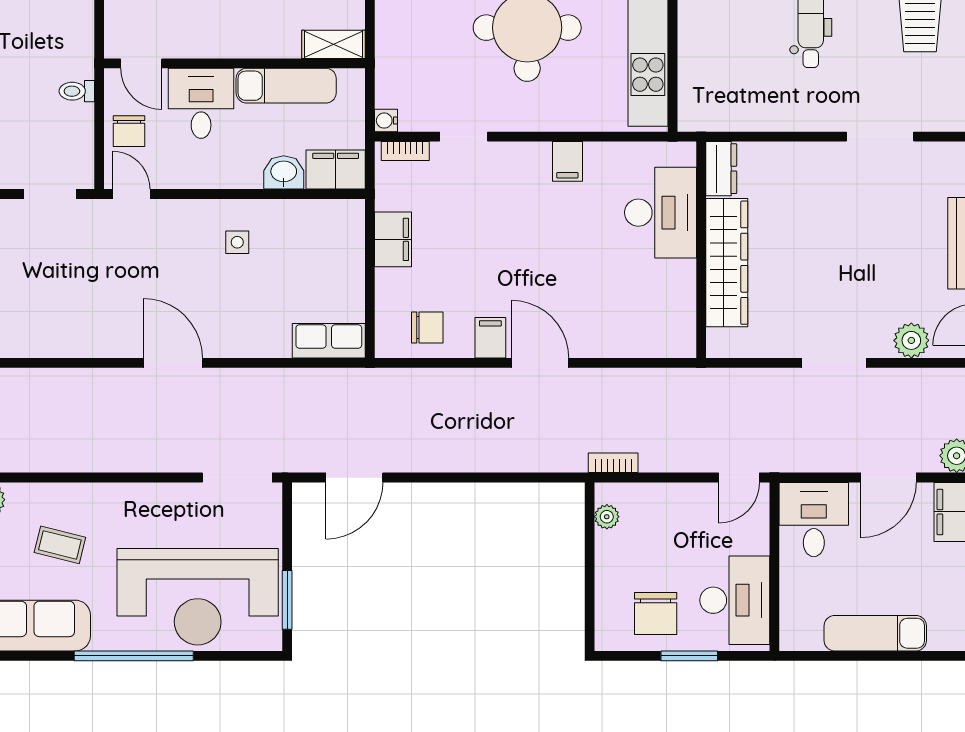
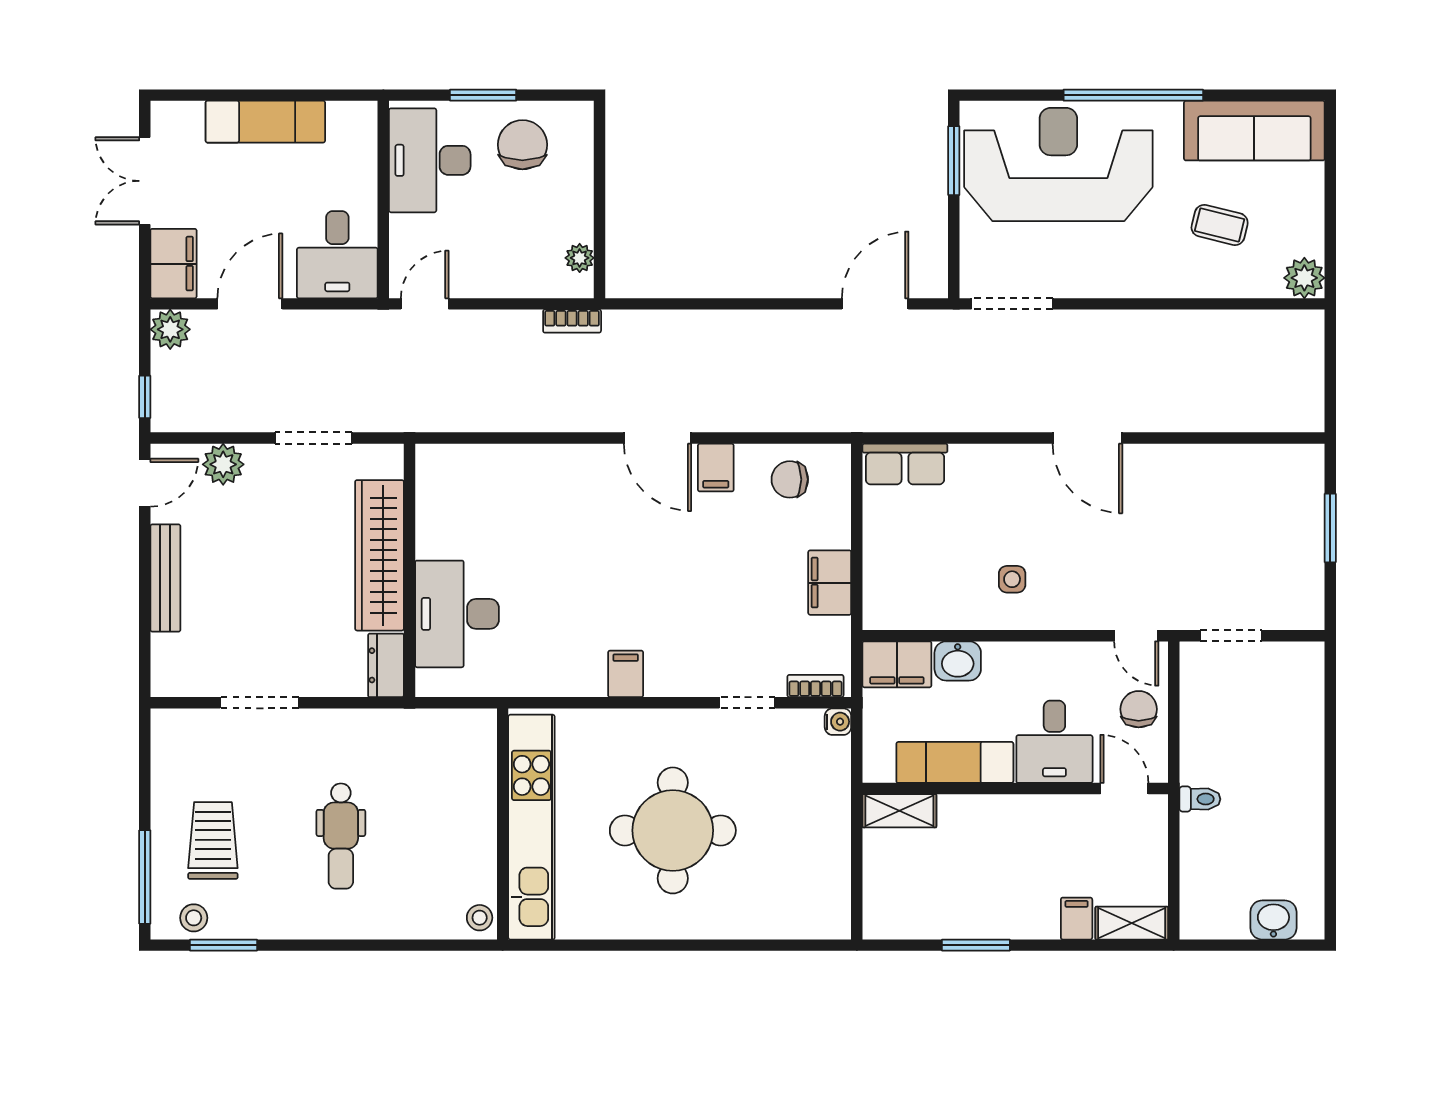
toilet: (77, 91) -> (1200, 799), moved
dresser: (721, 169) -> (386, 665), moved
desk: (661, 213) -> (457, 614), moved
wall: (701, 250) -> (409, 570), moved
wardrobe: (727, 263) -> (379, 555), moved

